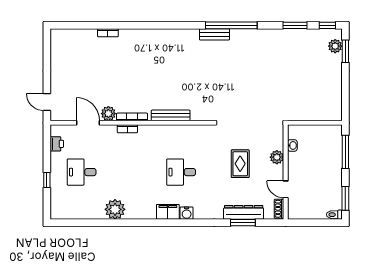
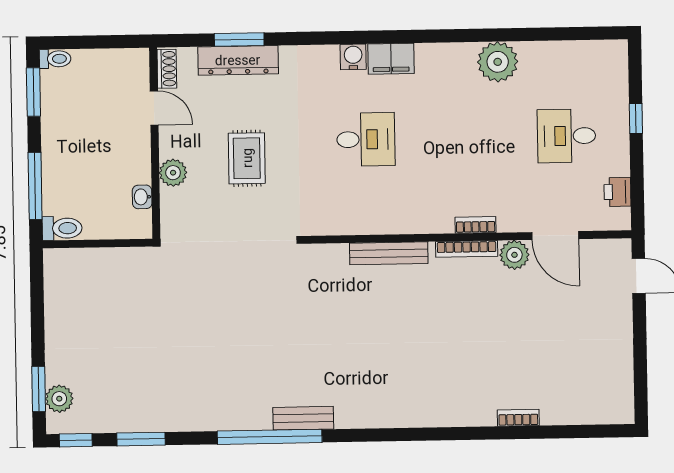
toilet: (332, 131) -> (62, 228), added
desk: (82, 172) -> (566, 136), turned 180

